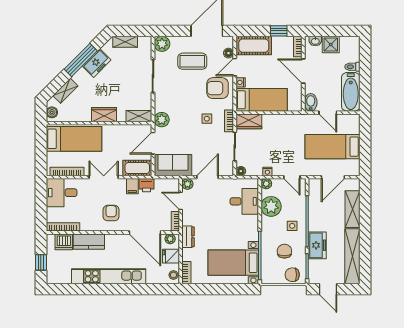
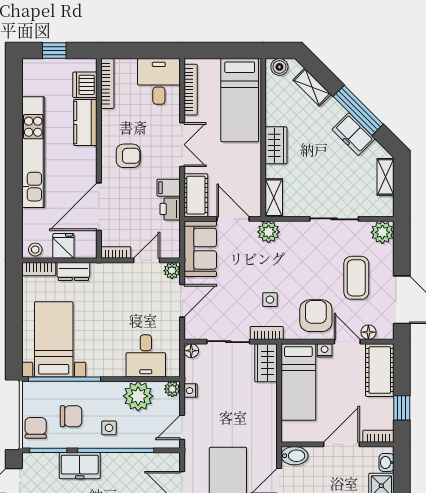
door: (208, 177) -> (182, 301), hinge flipped
dresser: (188, 237) -> (73, 271), moved
plant: (170, 239) -> (89, 244), removed

